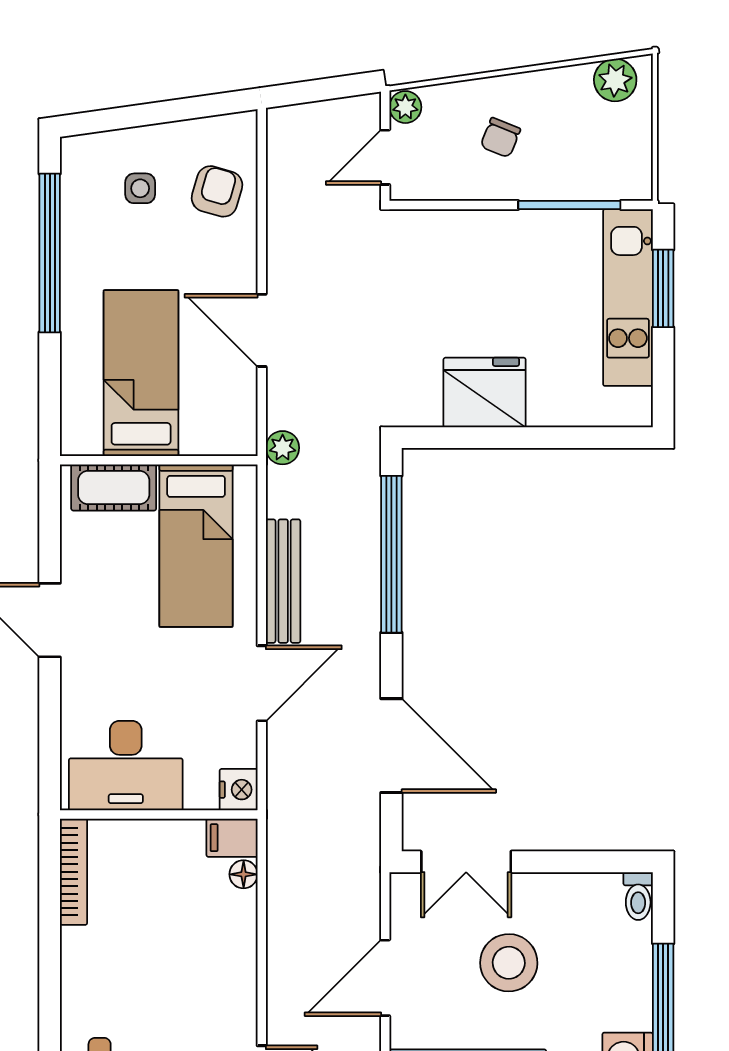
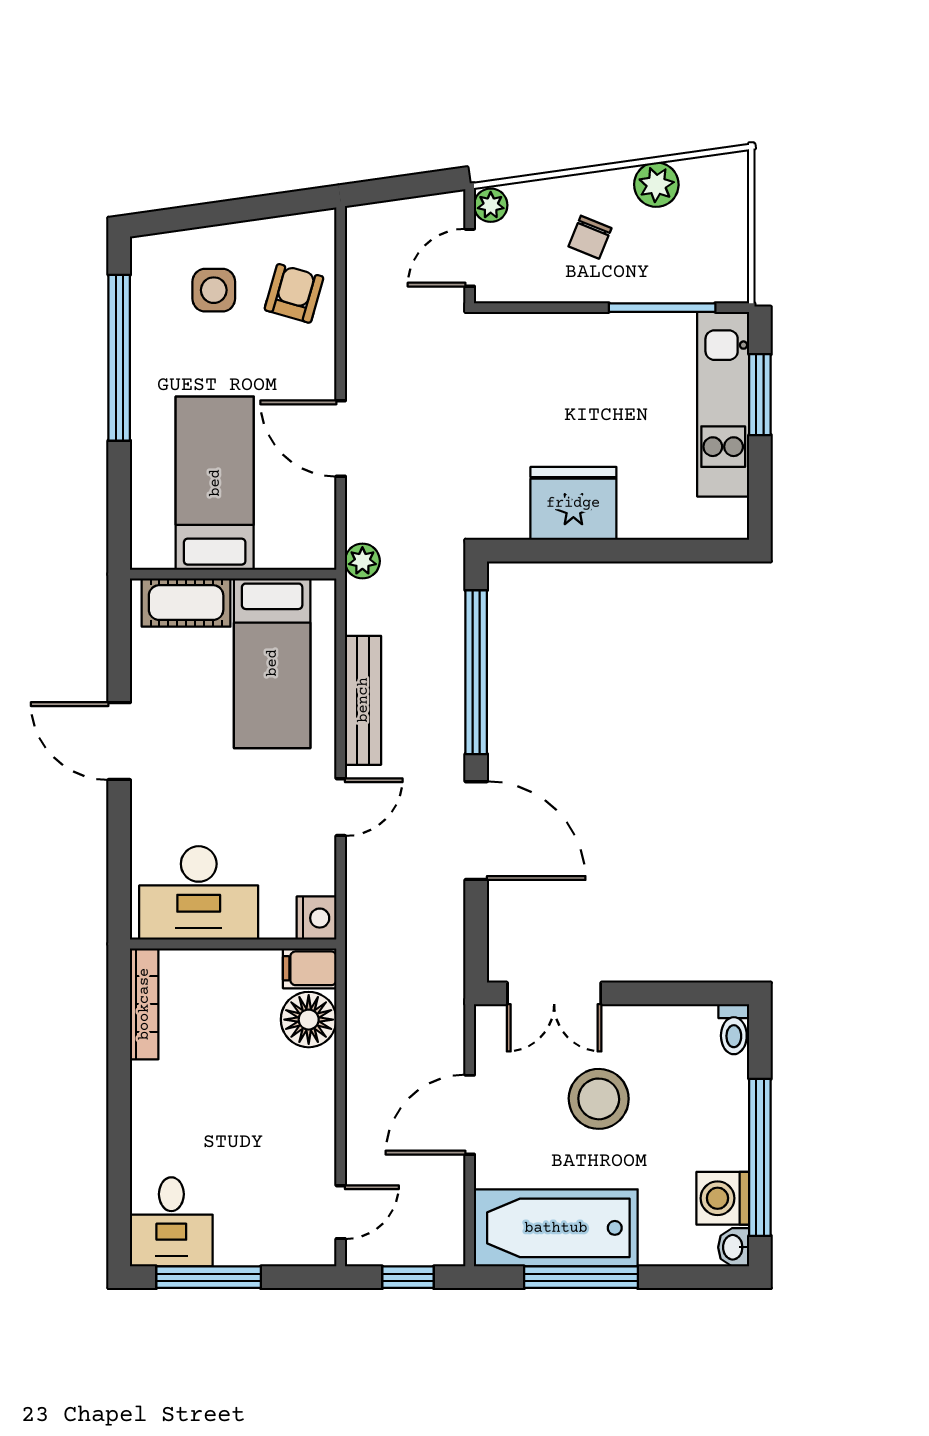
plant: (615, 80) -> (656, 185), moved
side table: (140, 188) -> (214, 290), width x1.37, depth x1.37
door: (262, 683) -> (341, 807), width x0.73
door: (391, 746) -> (476, 831), moved
floor lamp: (244, 874) -> (309, 1020), width x1.89, depth x1.89

